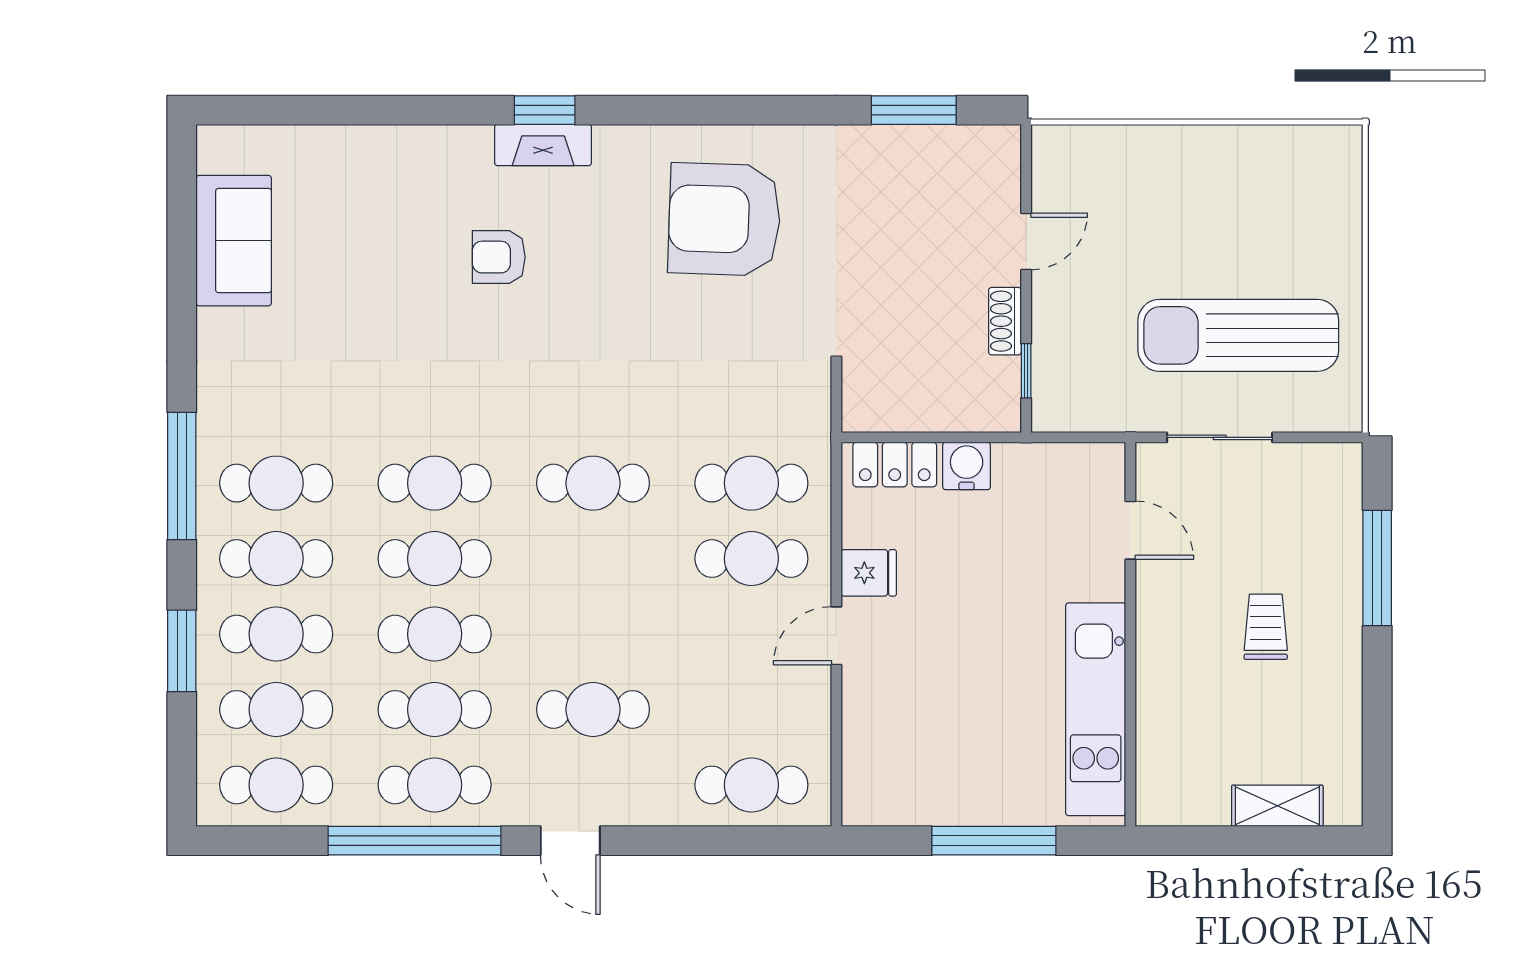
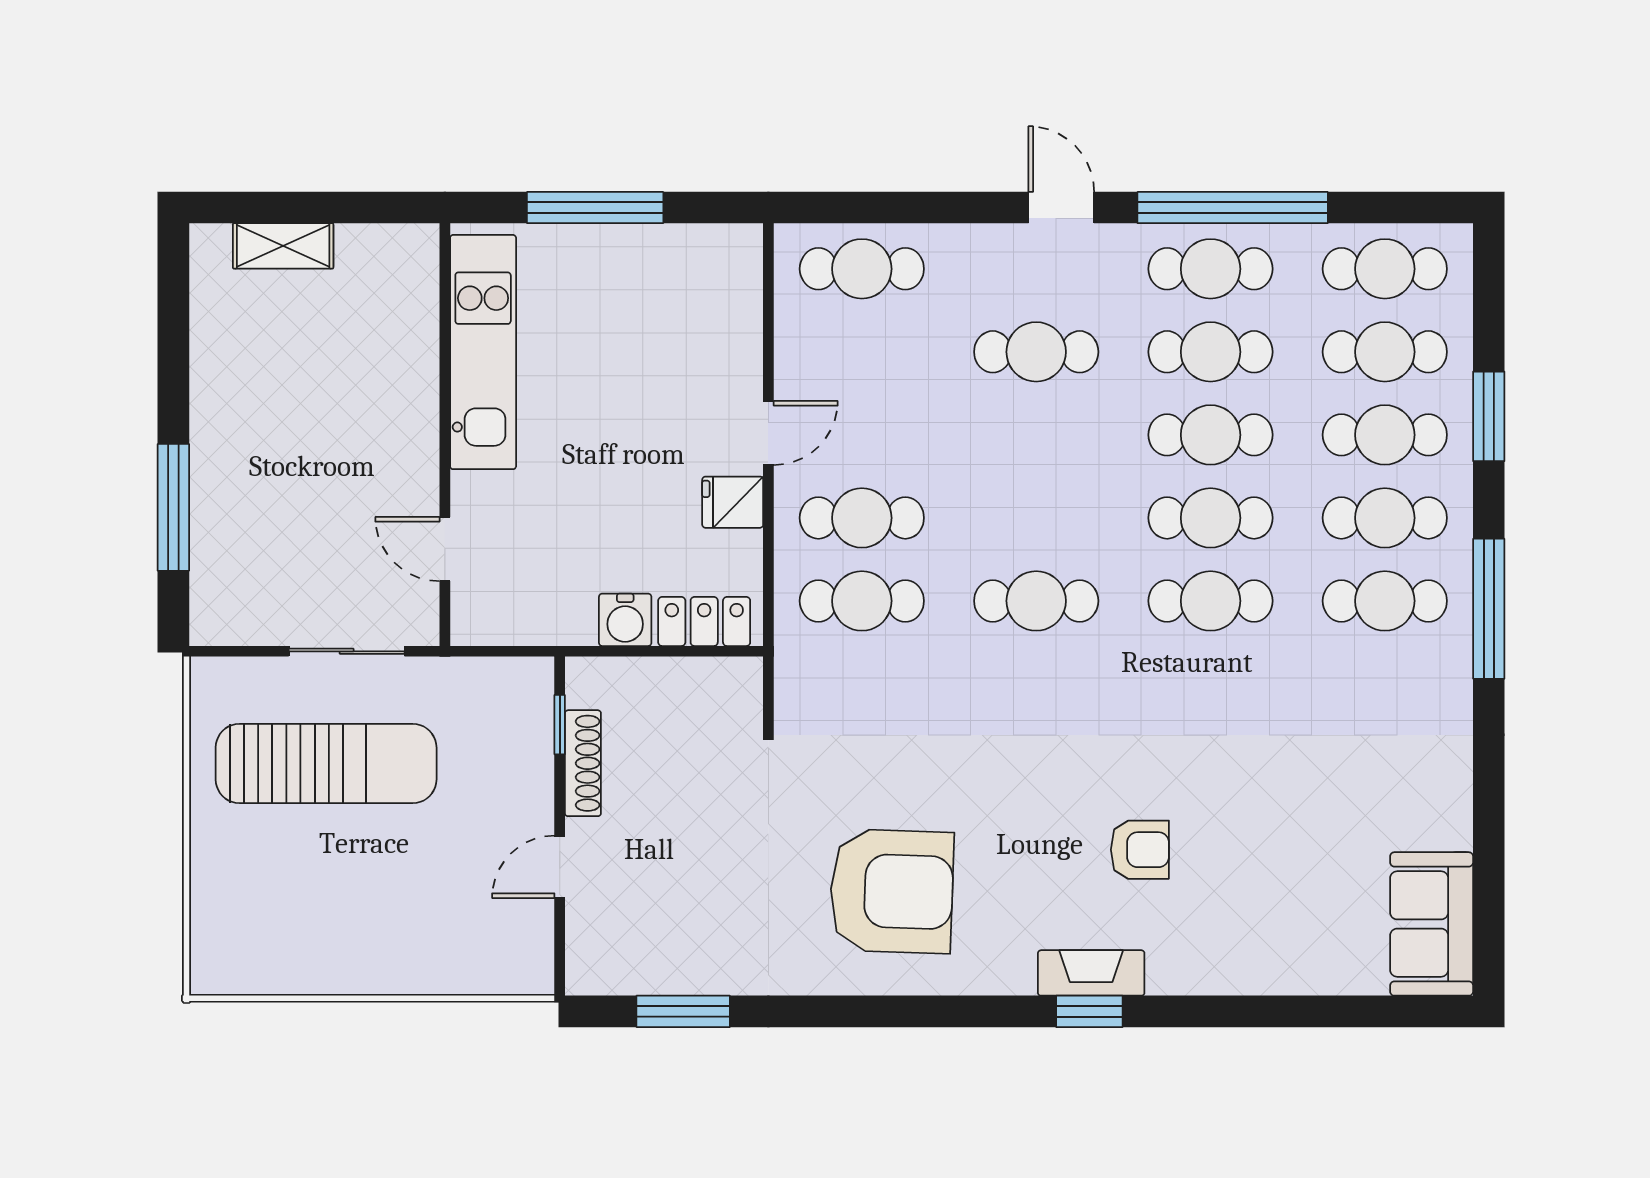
sofa: (234, 241) -> (1432, 924), moved
shoe rack: (1005, 321) -> (583, 763), width x1.43
trolley: (1266, 627) -> (296, 443), removed

